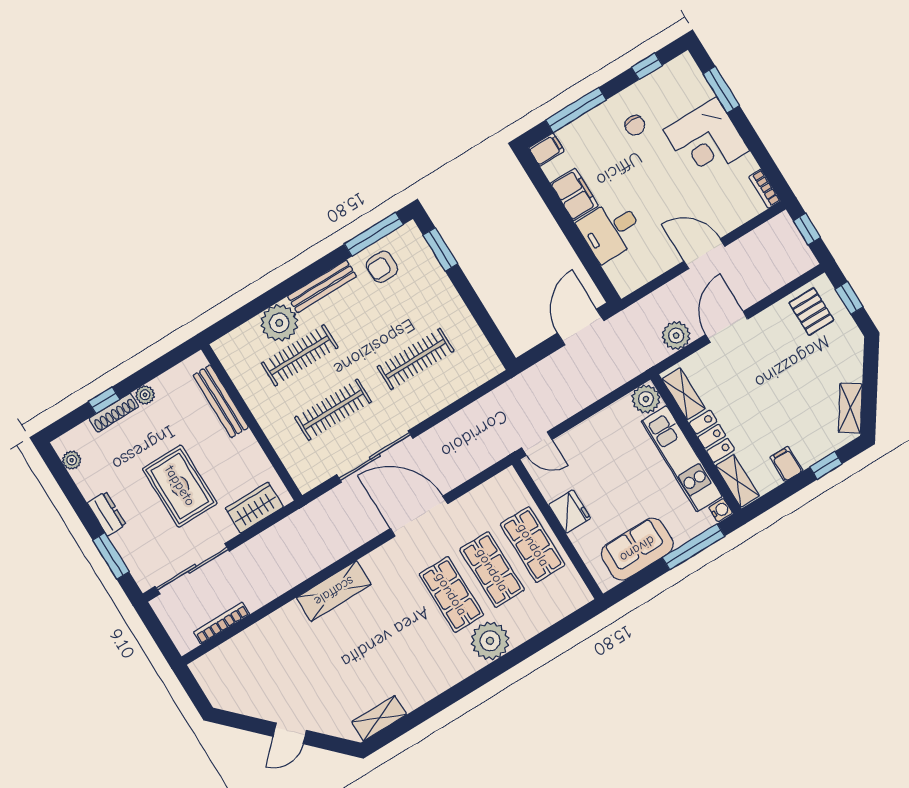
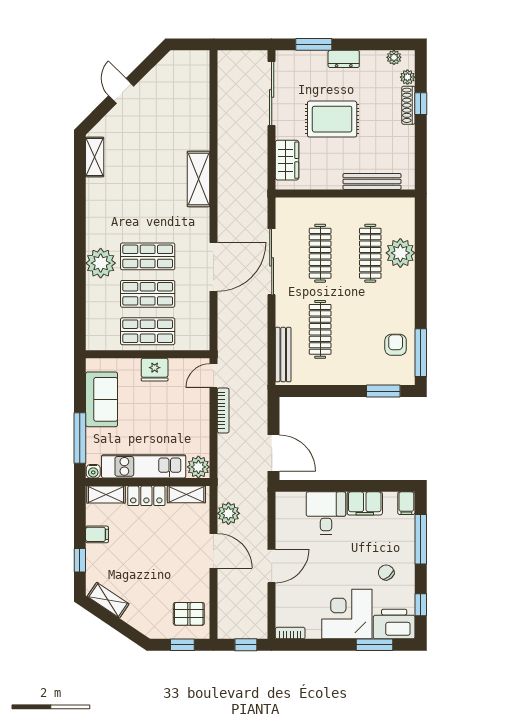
printer: (686, 82) -> (394, 624), added
chair: (635, 125) -> (386, 572), turned 49
bench: (322, 286) -> (283, 355), moved
plant: (145, 395) -> (407, 77), moved
bookcase: (222, 623) -> (223, 410), moved

